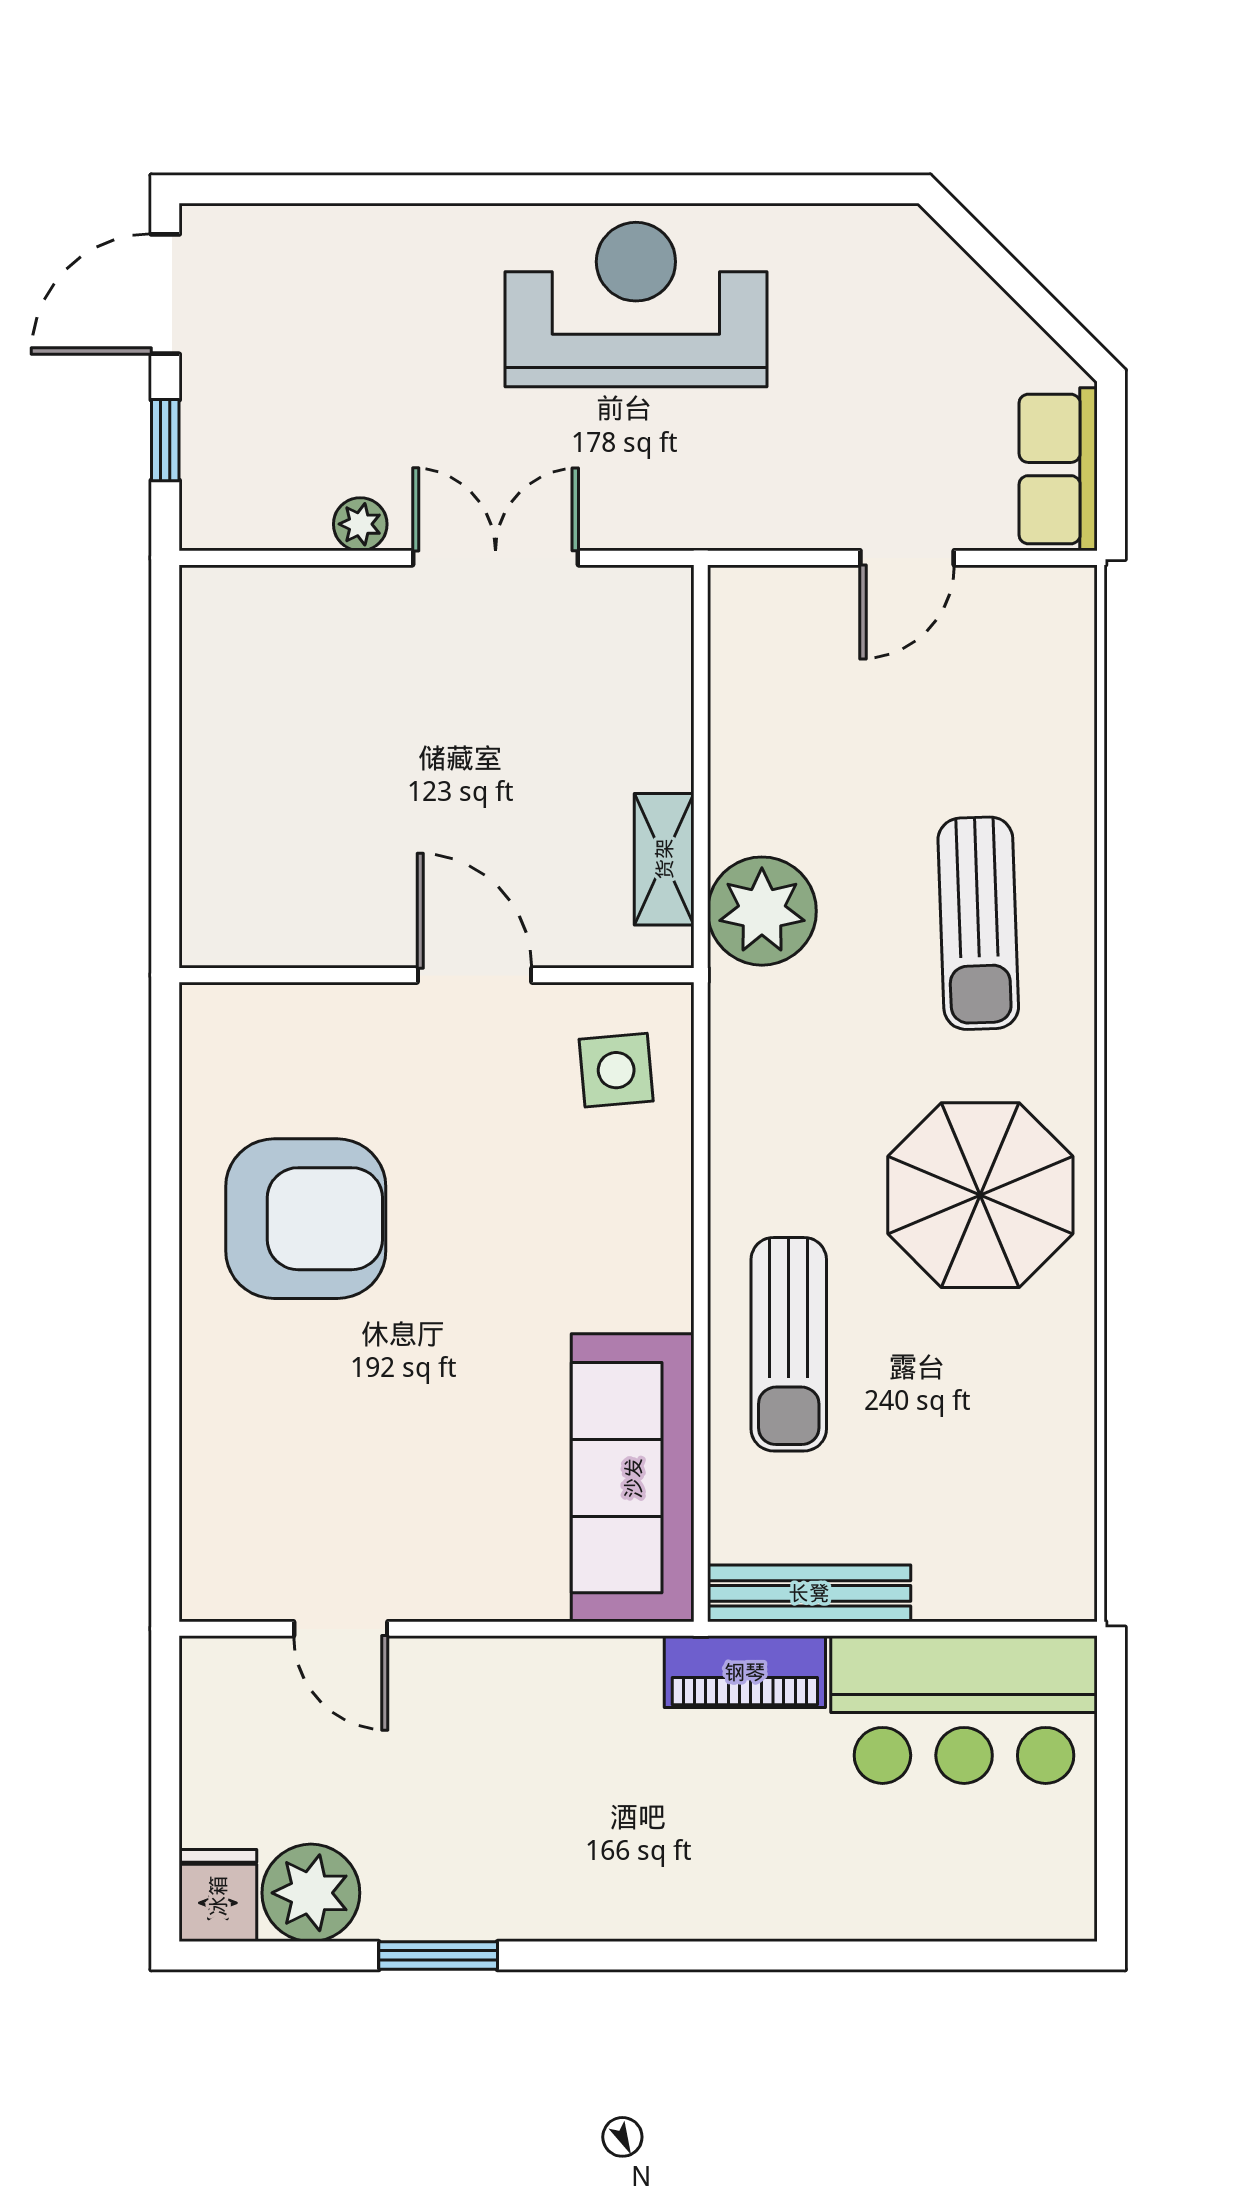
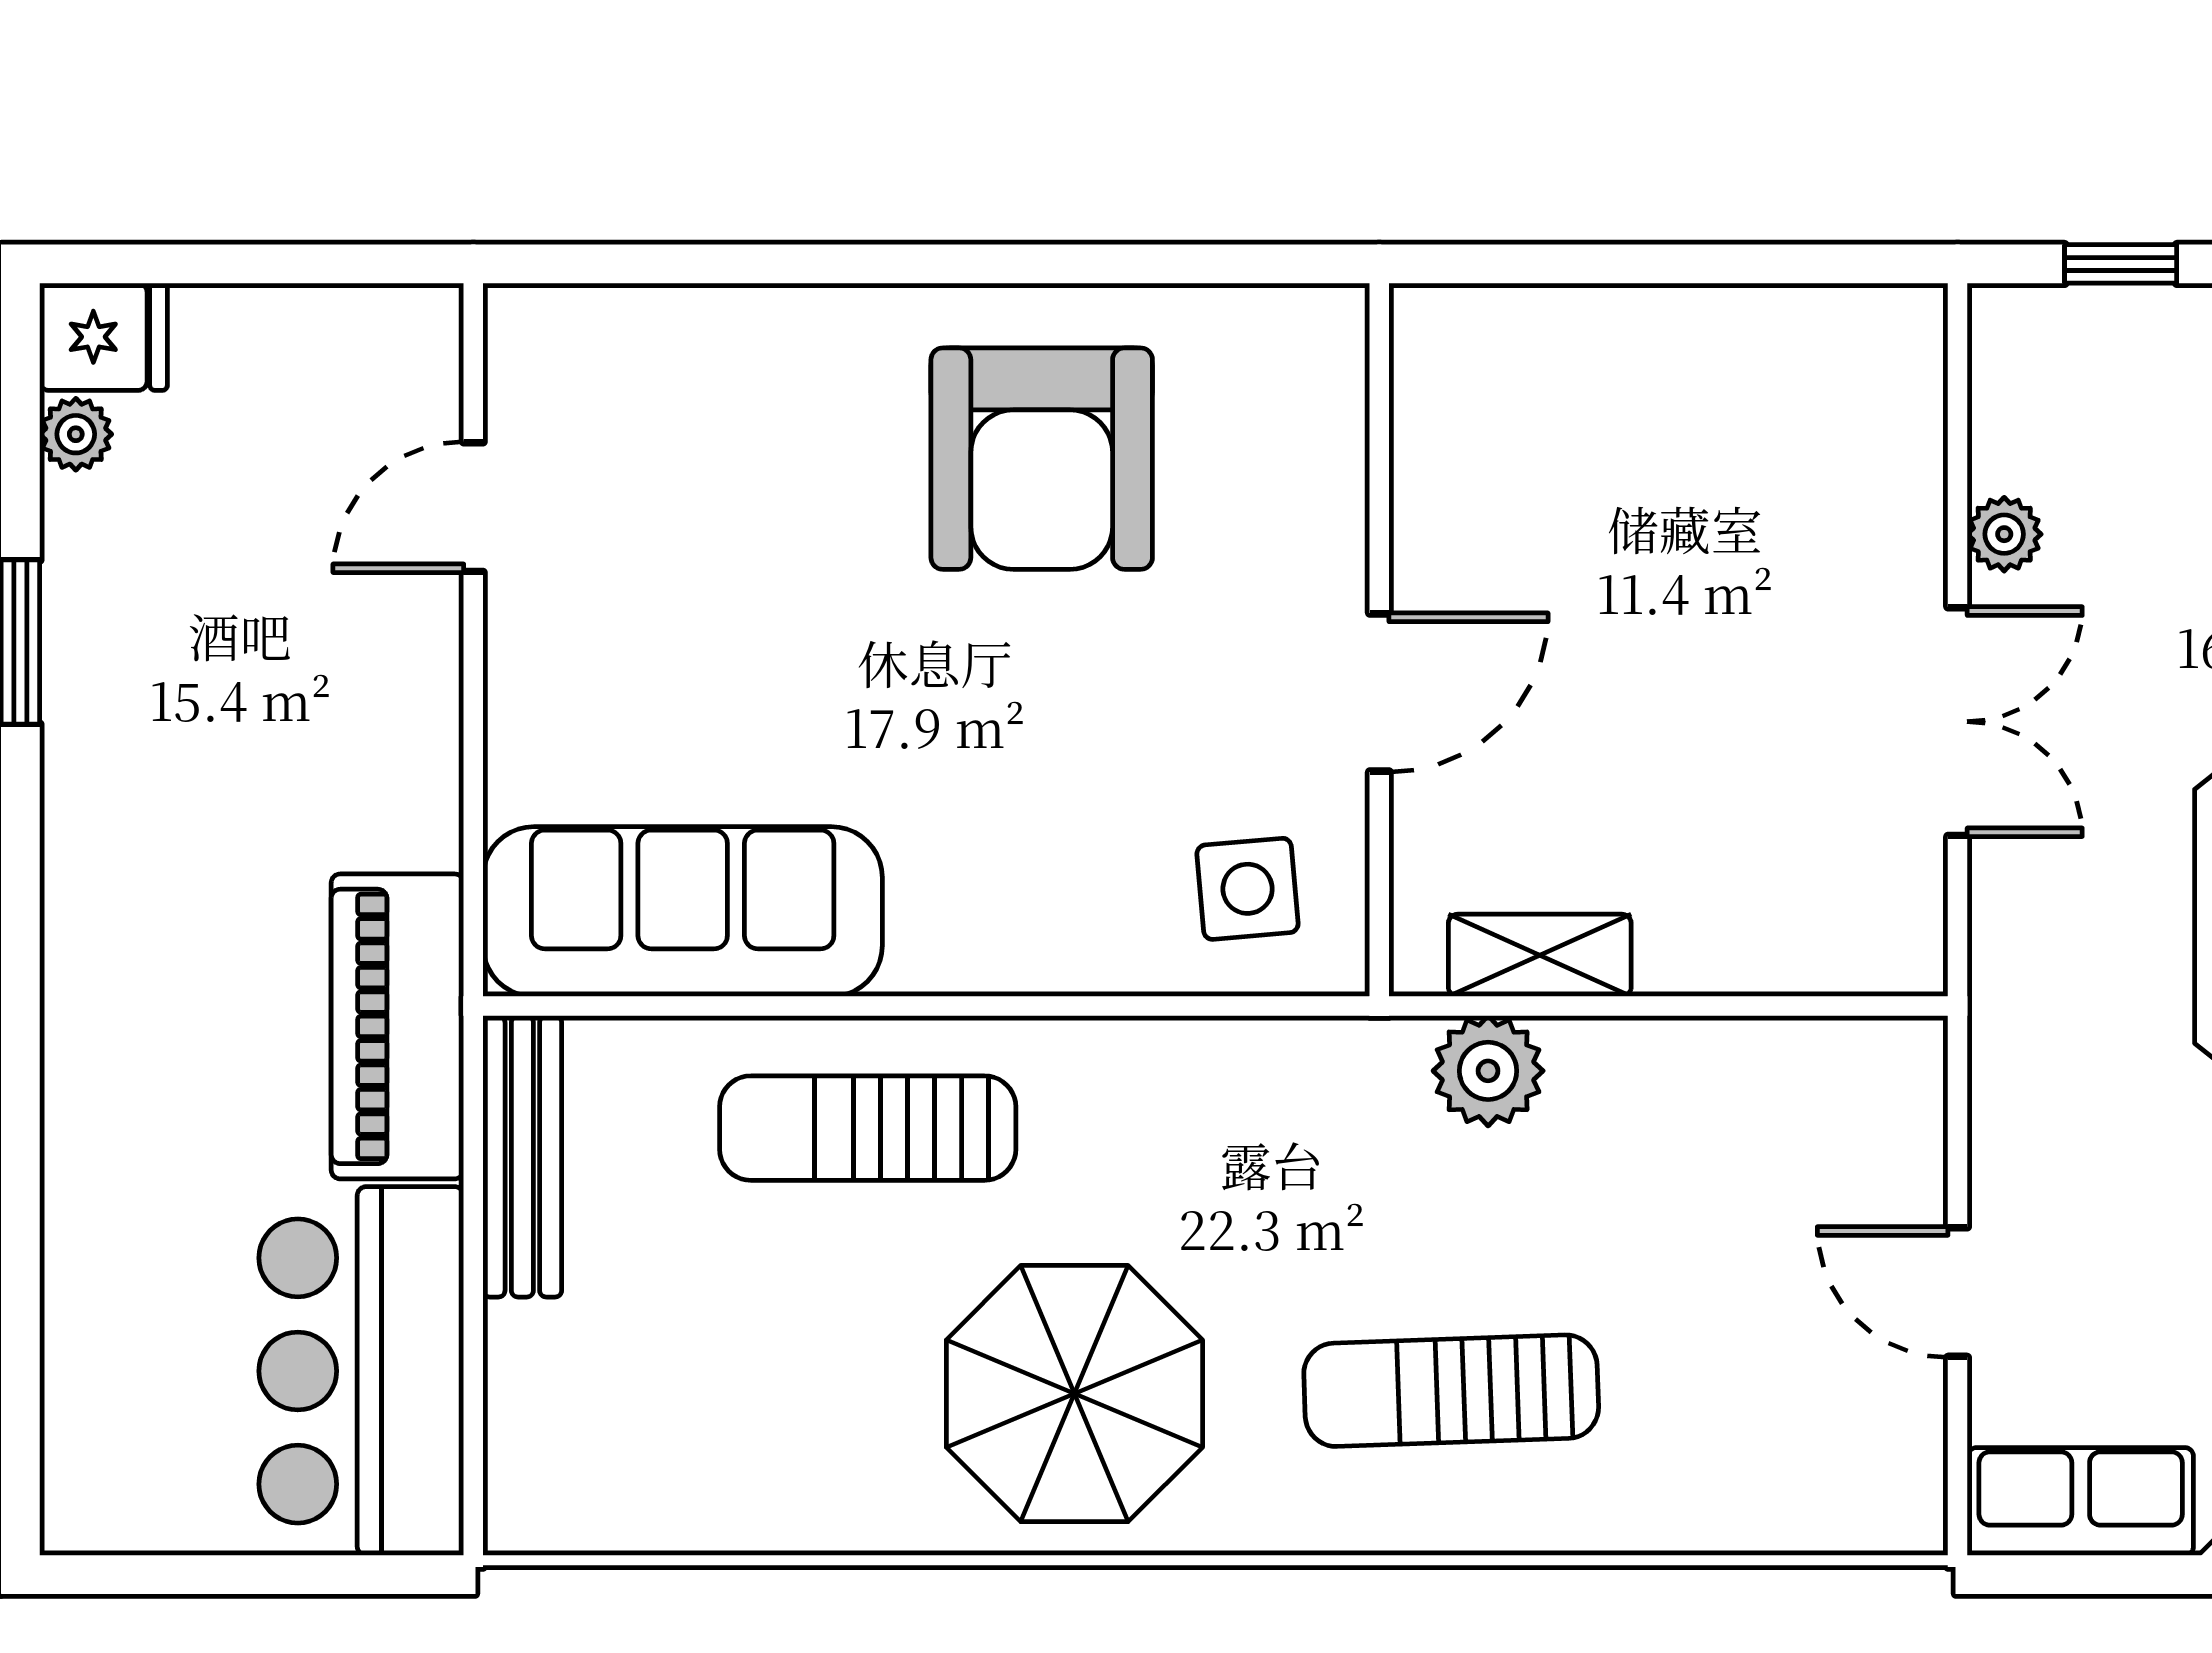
plant: (762, 911) -> (1488, 1071), width x0.73, depth x0.73
piano: (745, 1672) -> (397, 1026), width x1.37, depth x1.33
plant: (311, 1893) -> (76, 434), width x0.53, depth x0.53

